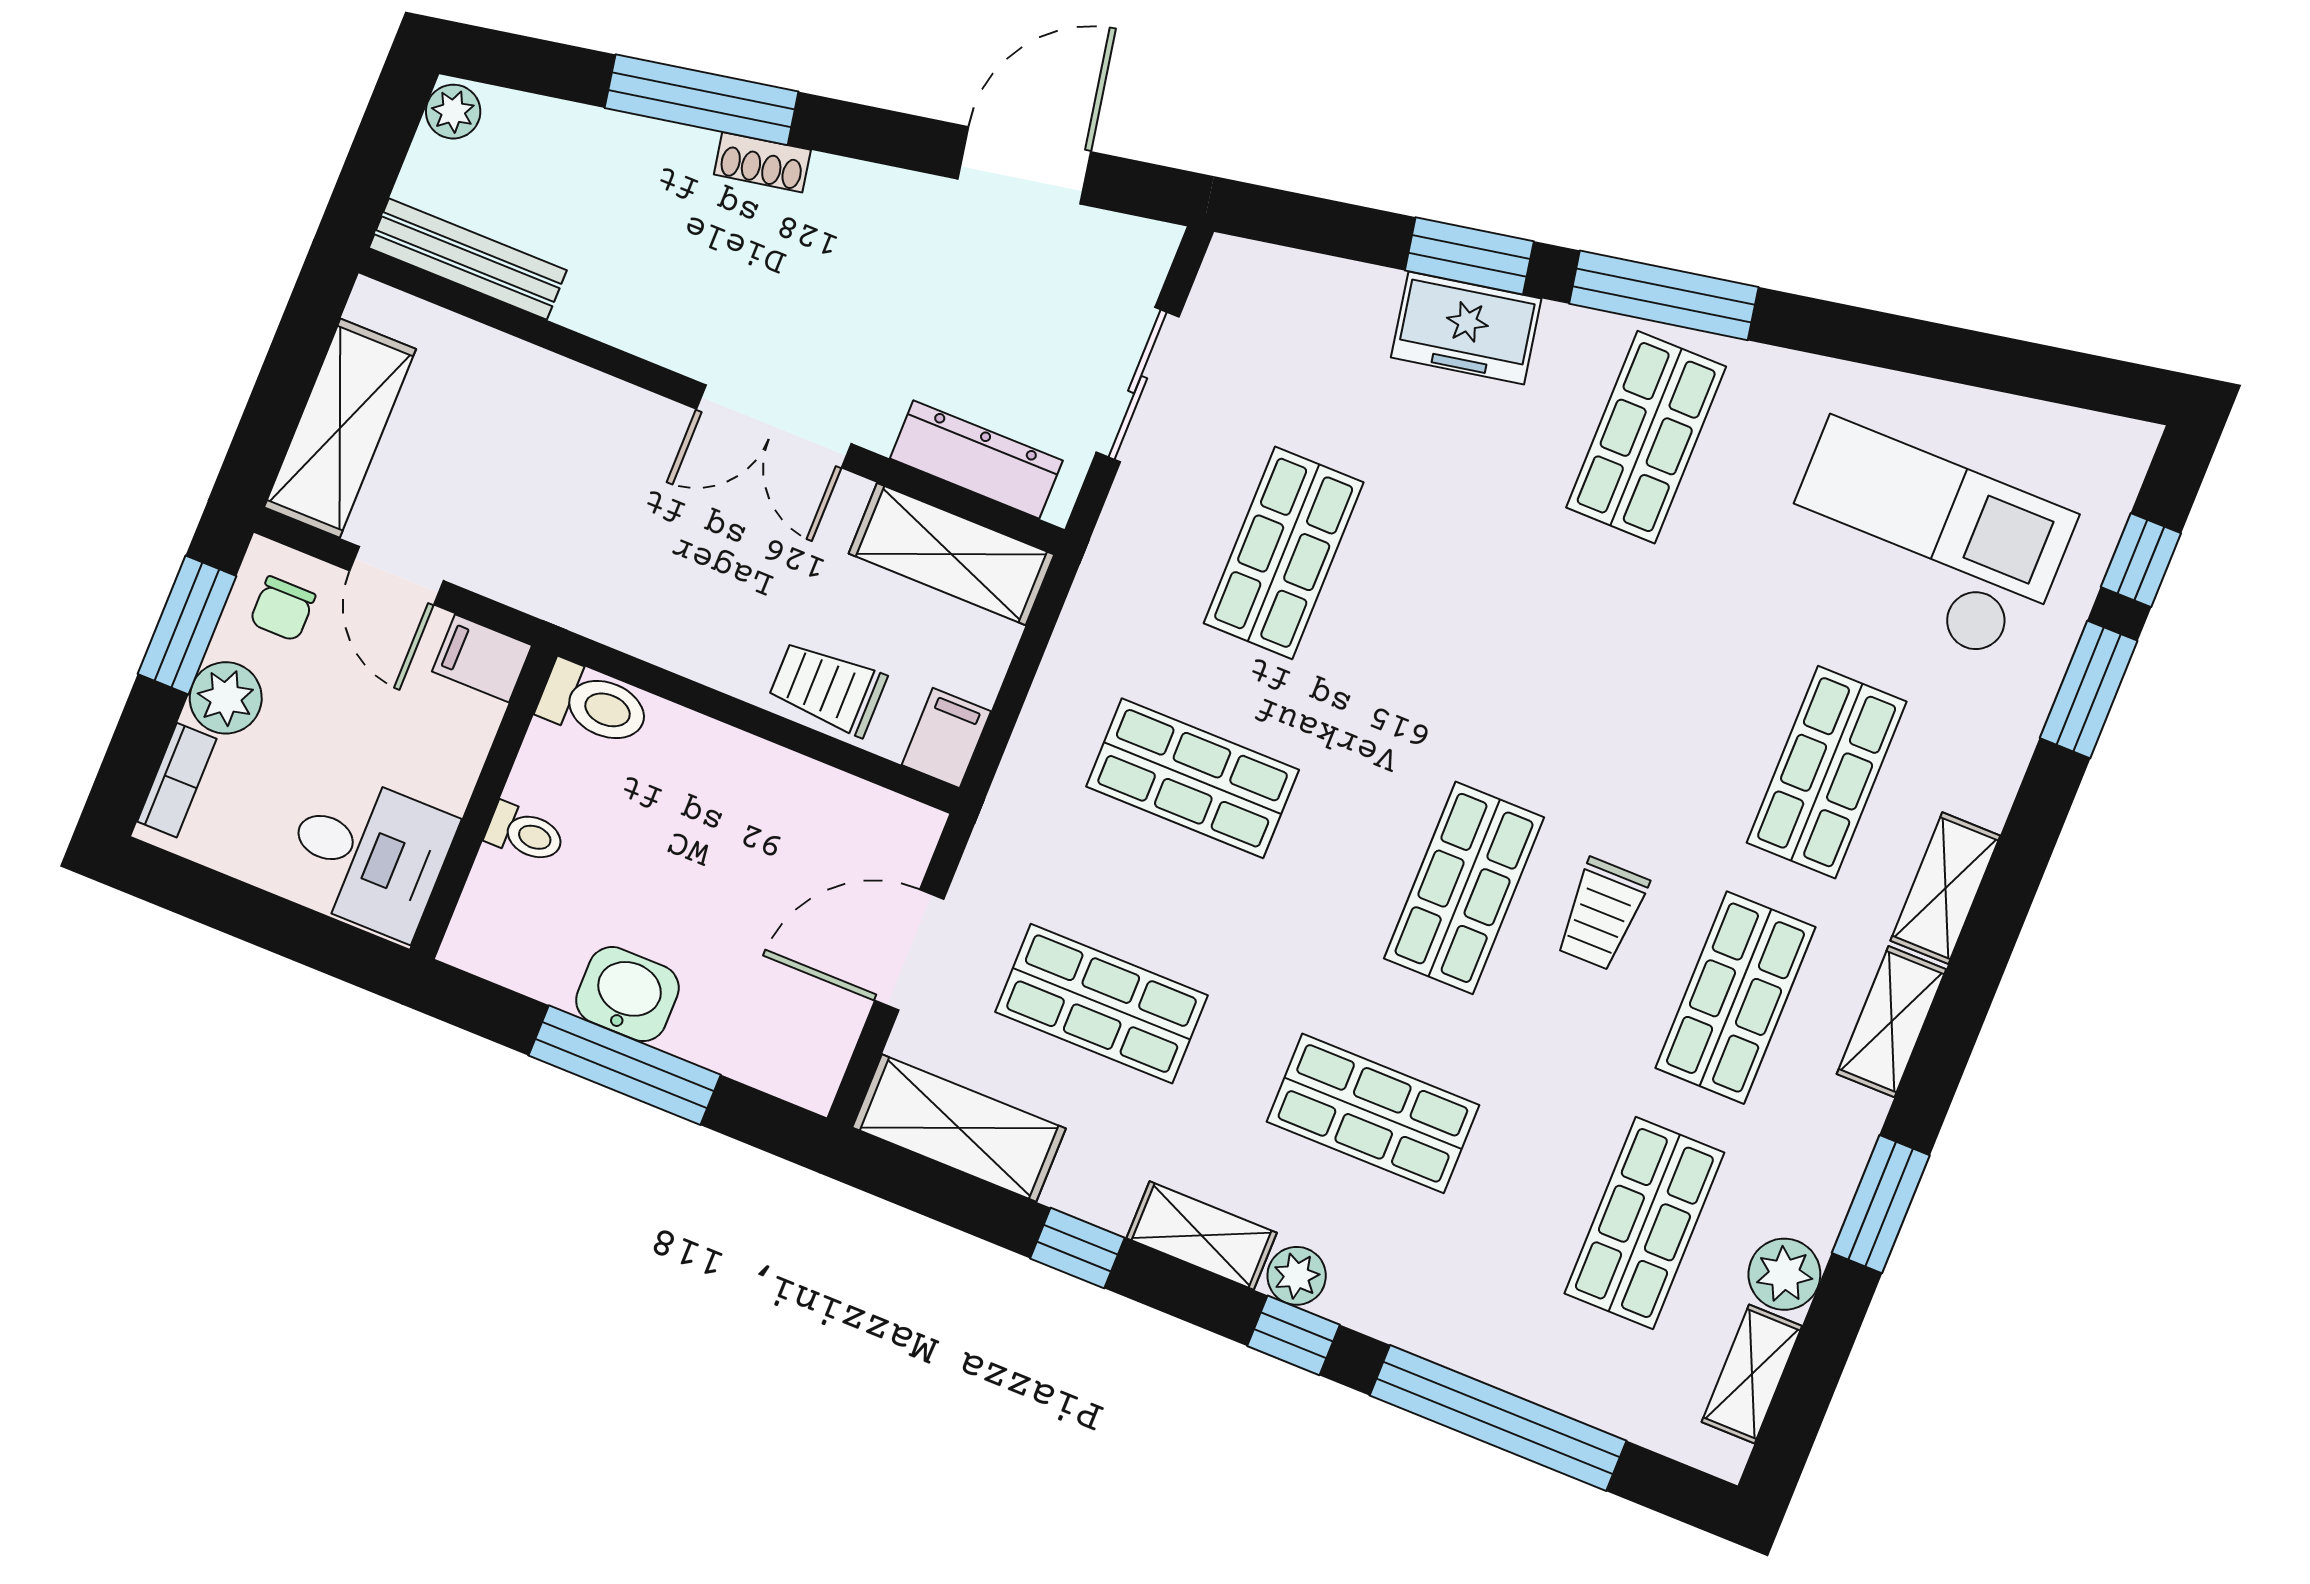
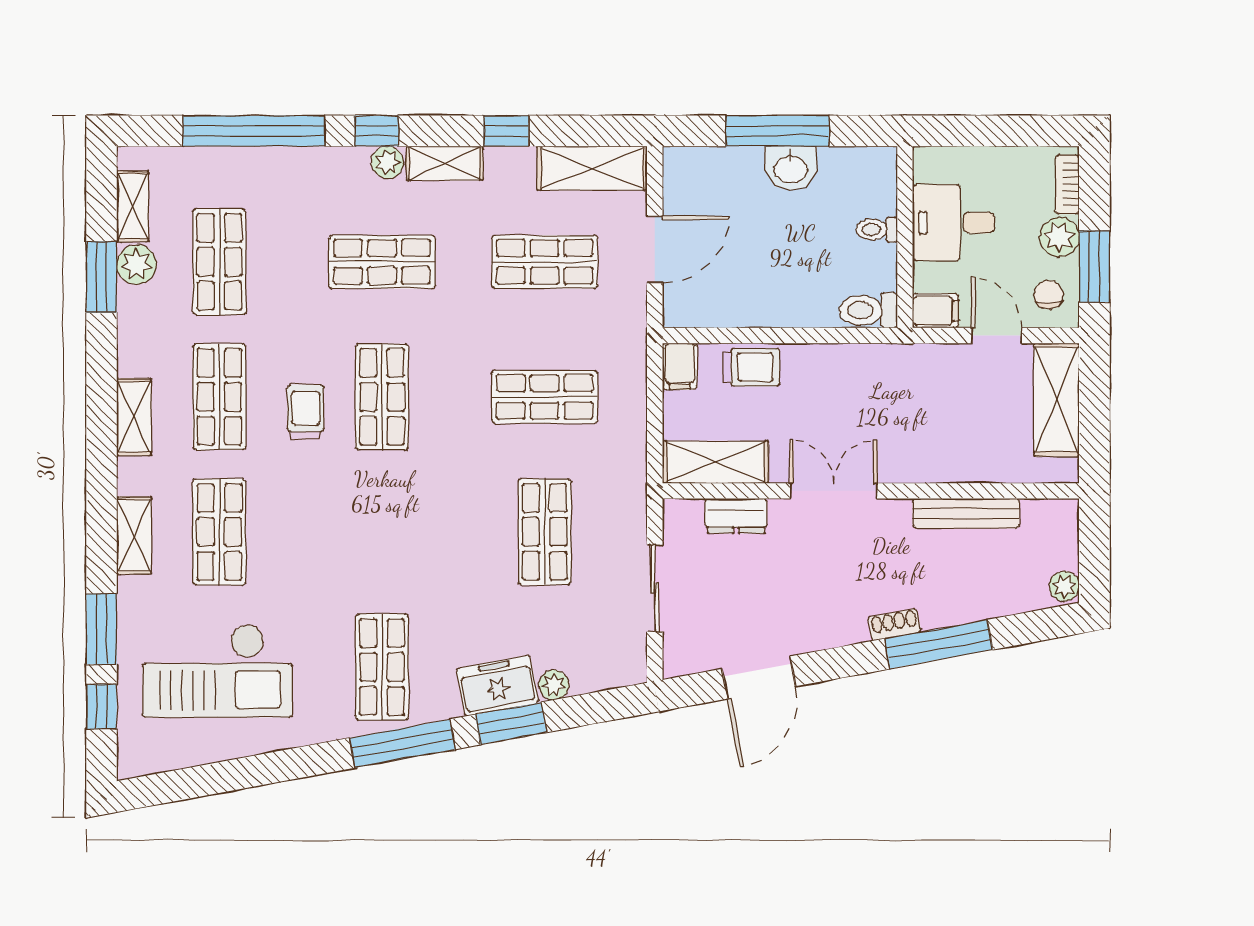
bench: (468, 259) -> (966, 513), moved
plant: (1371, 291) -> (554, 685), added
dresser: (976, 460) -> (736, 516), width x0.70
desk: (368, 855) -> (953, 223), moved
shelving: (1945, 888) -> (134, 535), moved
window: (1881, 1204) -> (102, 277), moved

